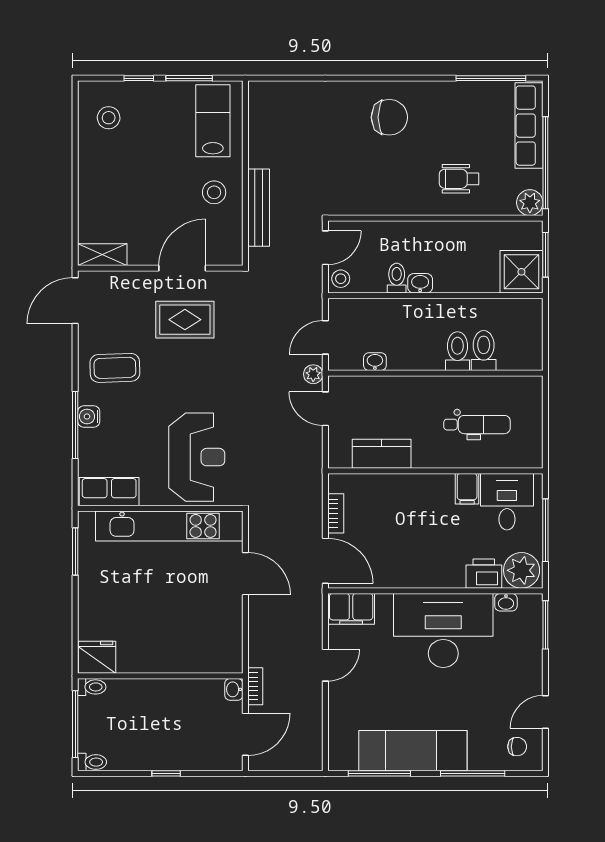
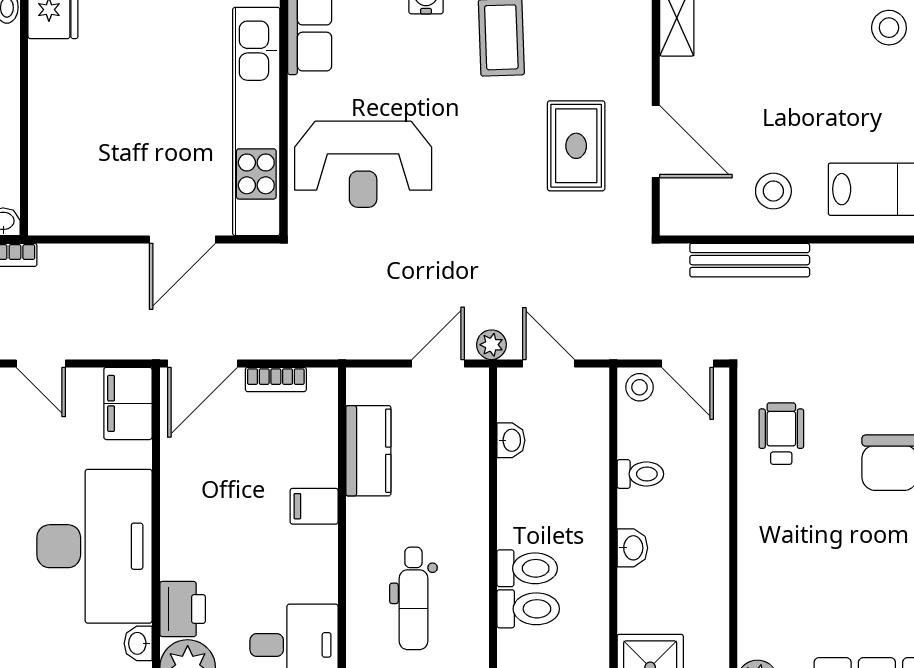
wheelchair: (459, 179) -> (781, 434), moved
washbasin: (420, 283) -> (632, 548), moved
filing cabinet: (467, 489) -> (314, 506), moved

